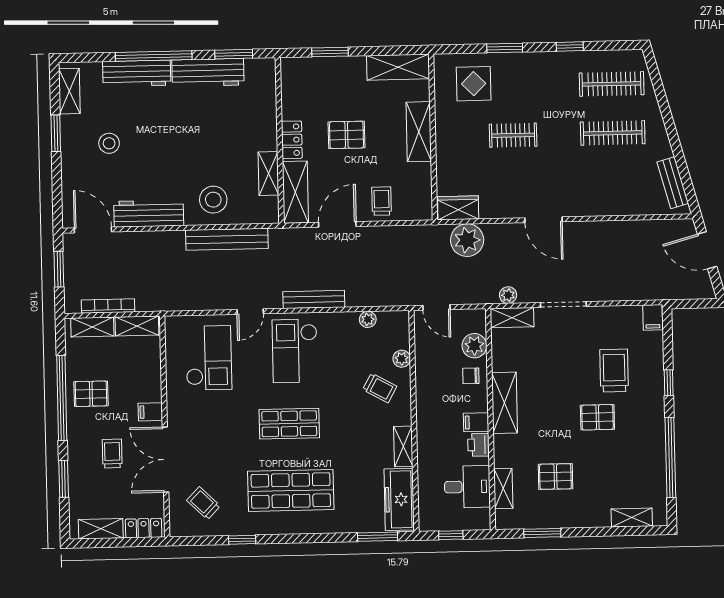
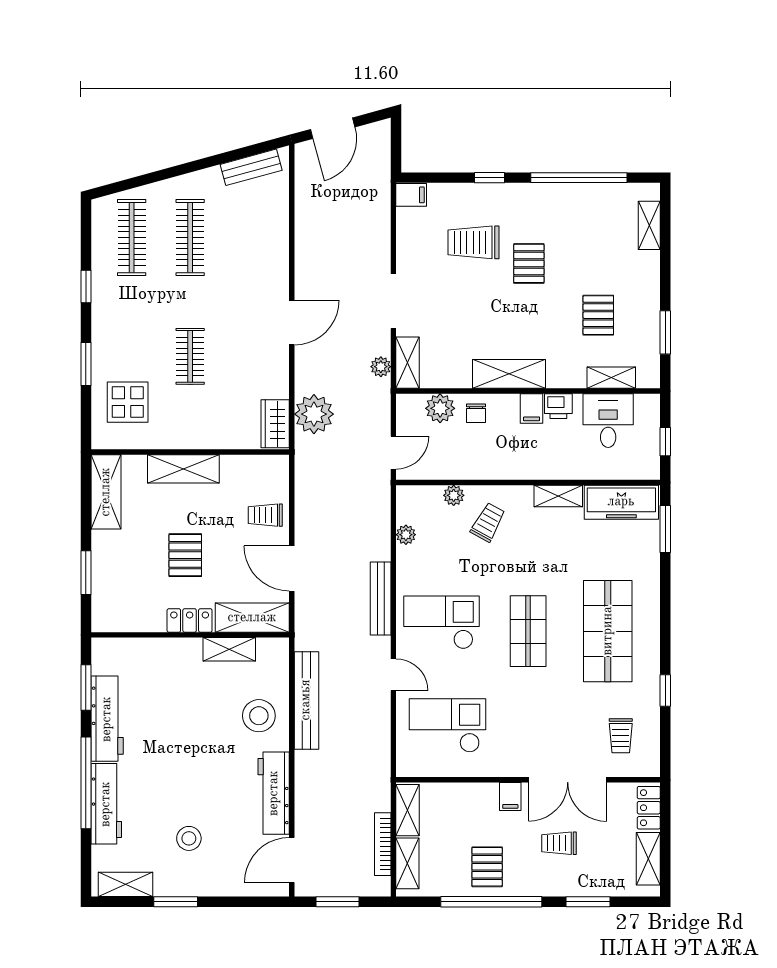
checkout: (295, 351) -> (441, 622), turned 180
trolley: (203, 503) -> (621, 736), turned -44

